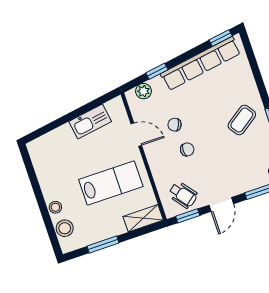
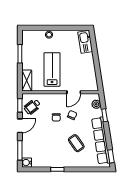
coffee table: (242, 120) -> (76, 143), moved
kitchen sink: (90, 122) -> (85, 42), moved
lab bench: (111, 183) -> (52, 69), turned 180
door: (221, 204) -> (20, 126), swing flipped
stool: (65, 228) -> (36, 36), removed

